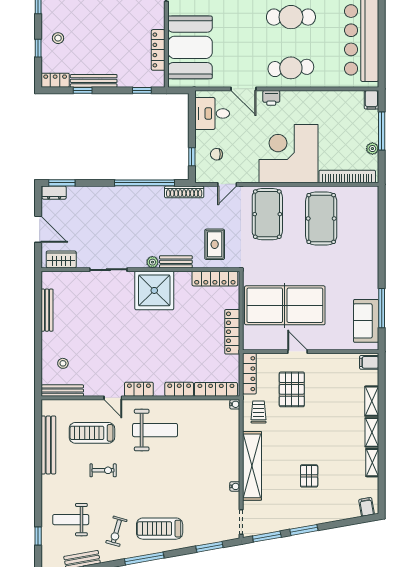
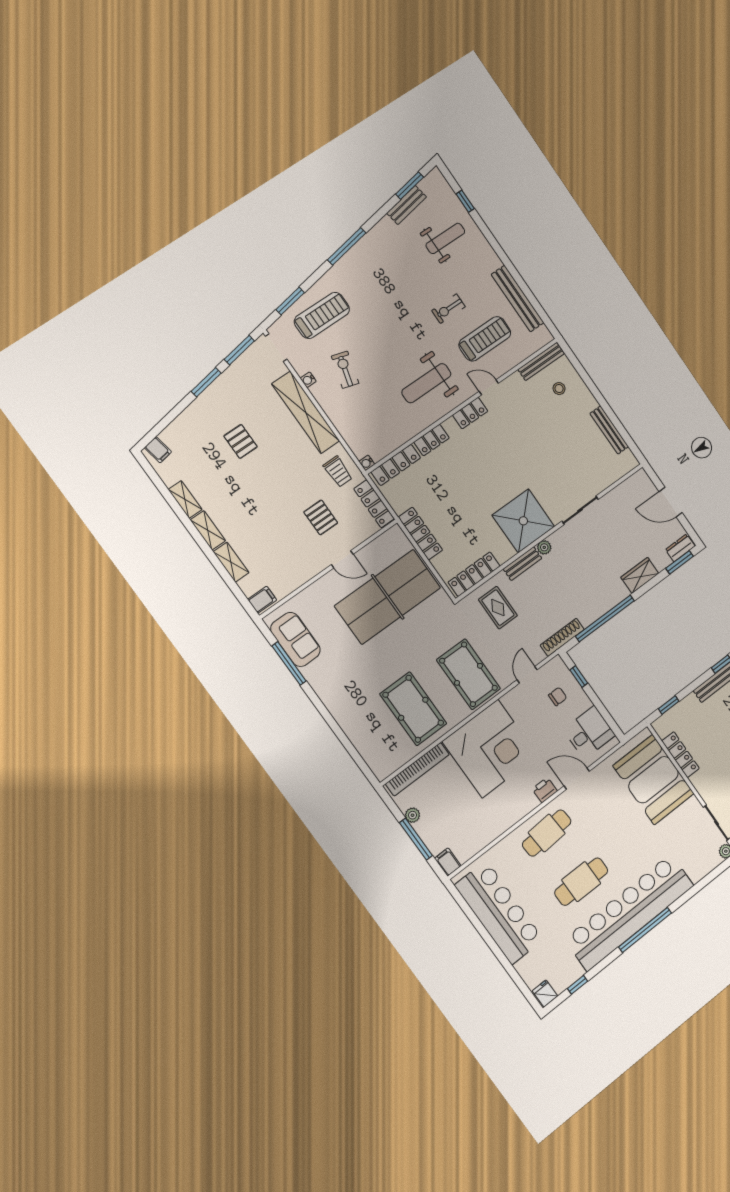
wardrobe: (61, 259) -> (640, 575), moved, turned 180
pallet: (292, 389) -> (321, 517), width x0.67, depth x0.71
treadmill: (160, 529) -> (322, 315), moved
exercise bike: (116, 531) -> (345, 370), moved

